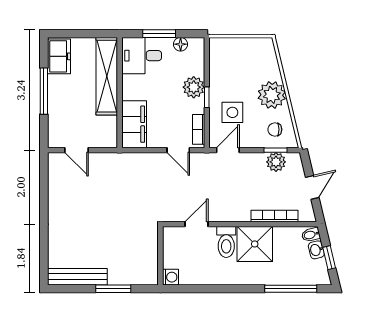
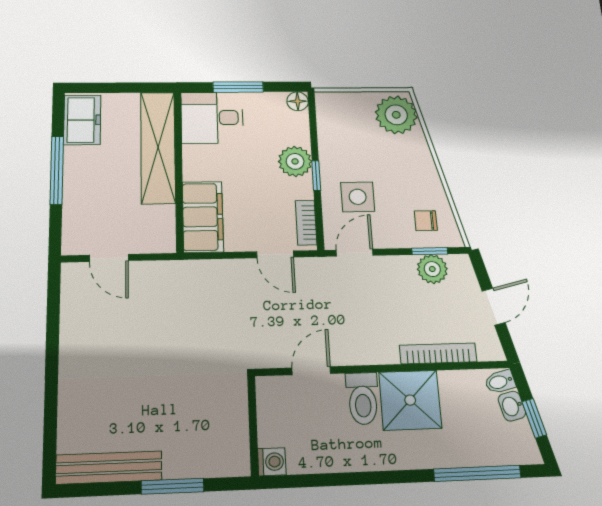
floor lamp: (181, 44) -> (298, 101), moved
plant: (272, 95) -> (396, 115), moved

